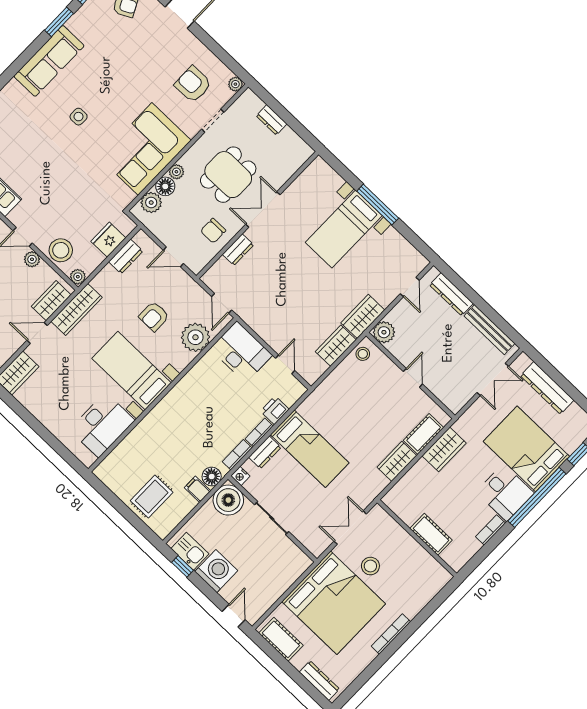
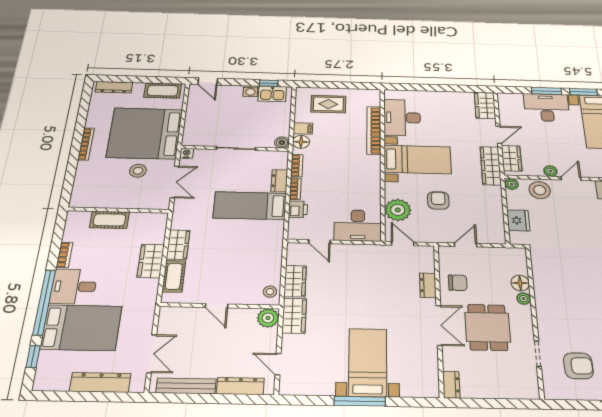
plant: (235, 84) -> (551, 393), removed
dresser: (272, 120) -> (451, 385), moved, turned 90
corner sofa: (145, 149) -> (560, 295), removed
plant: (151, 203) -> (518, 265), removed
chair: (213, 231) -> (458, 283), turned 90
dresser: (126, 256) -> (496, 220), removed
double door: (493, 379) -> (152, 354), swing flipped
bookcase: (139, 433) -> (374, 130), added
wardrobe: (444, 449) -> (151, 261), moved
nightstand: (240, 476) -> (187, 153), moved
rug: (152, 497) -> (328, 104), turned 90
boiler: (228, 500) -> (282, 142), width x0.54, depth x0.54
washing machine: (216, 571) -> (250, 91), width x0.53, depth x0.53

